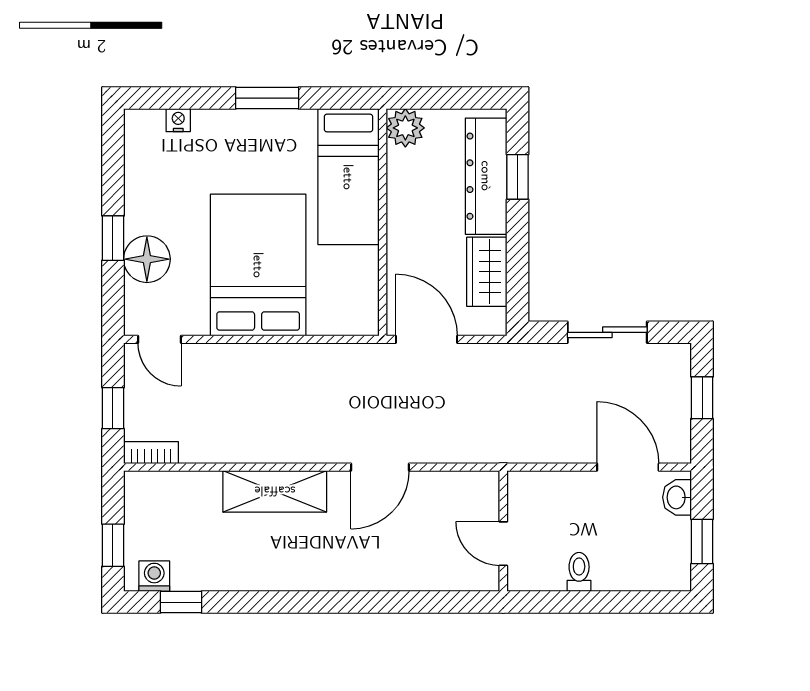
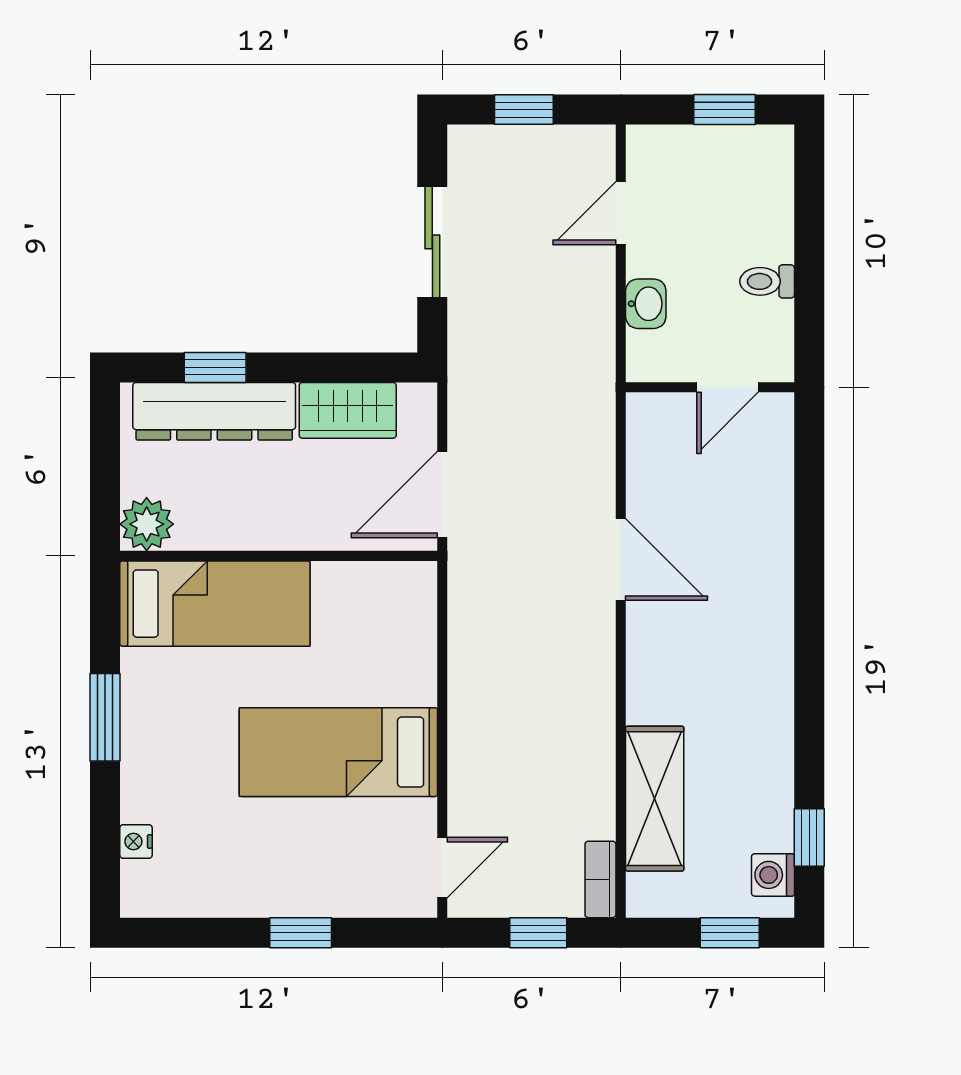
floor lamp: (147, 259) -> (330, 885), removed
bed: (258, 265) -> (338, 752), width x0.67
door: (628, 467) -> (621, 213), width x0.73
shelving: (275, 491) -> (655, 799), moved
washbasin: (677, 497) -> (646, 304), moved, turned -90

